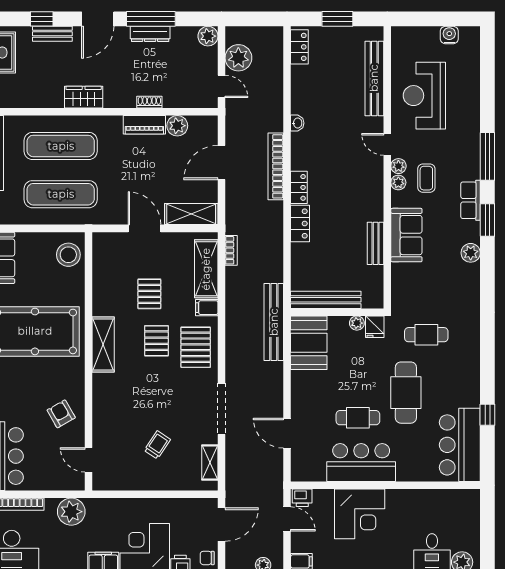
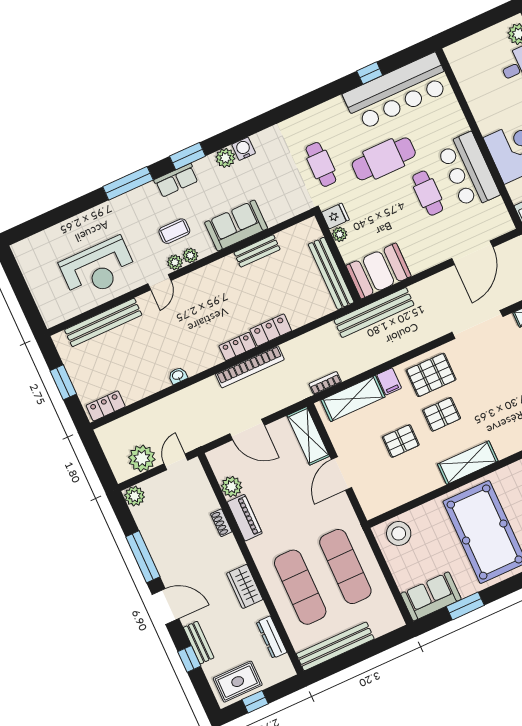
dresser: (150, 34) -> (272, 637), moved, turned 180
water cooler: (449, 35) -> (244, 149), moved, turned 90
bookcase: (276, 166) -> (250, 367), moved
door: (287, 433) -> (472, 253), width x1.36
bar counter: (460, 445) -> (397, 92), width x1.36

